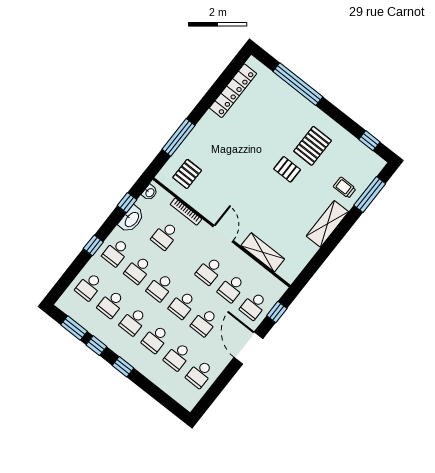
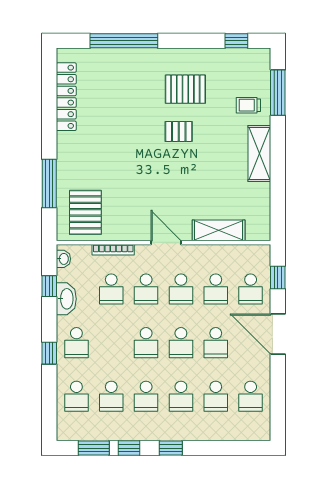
pallet: (313, 146) -> (185, 89), turned 90
pallet: (187, 174) -> (85, 212), width x1.50, depth x1.42
school desk: (138, 270) -> (146, 289), moved

